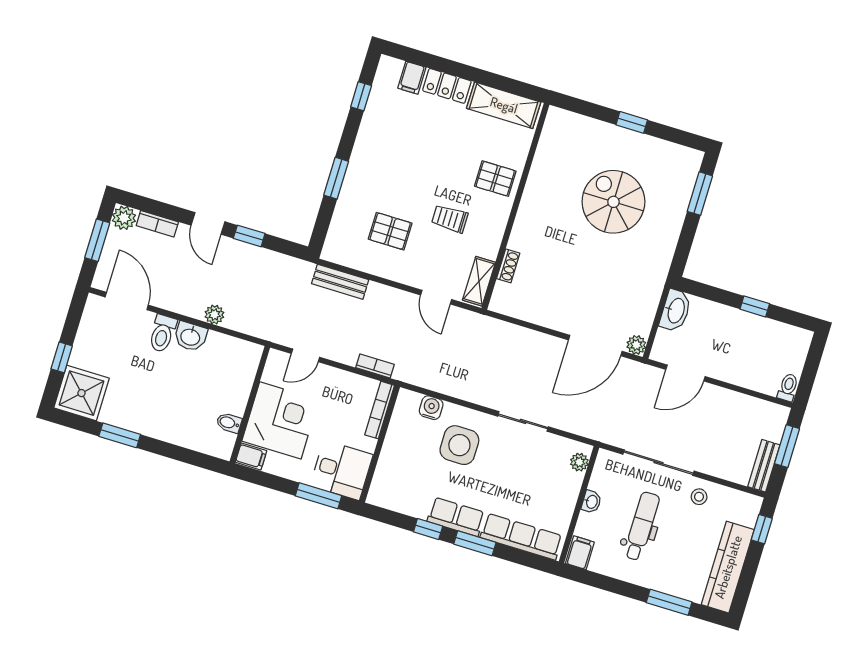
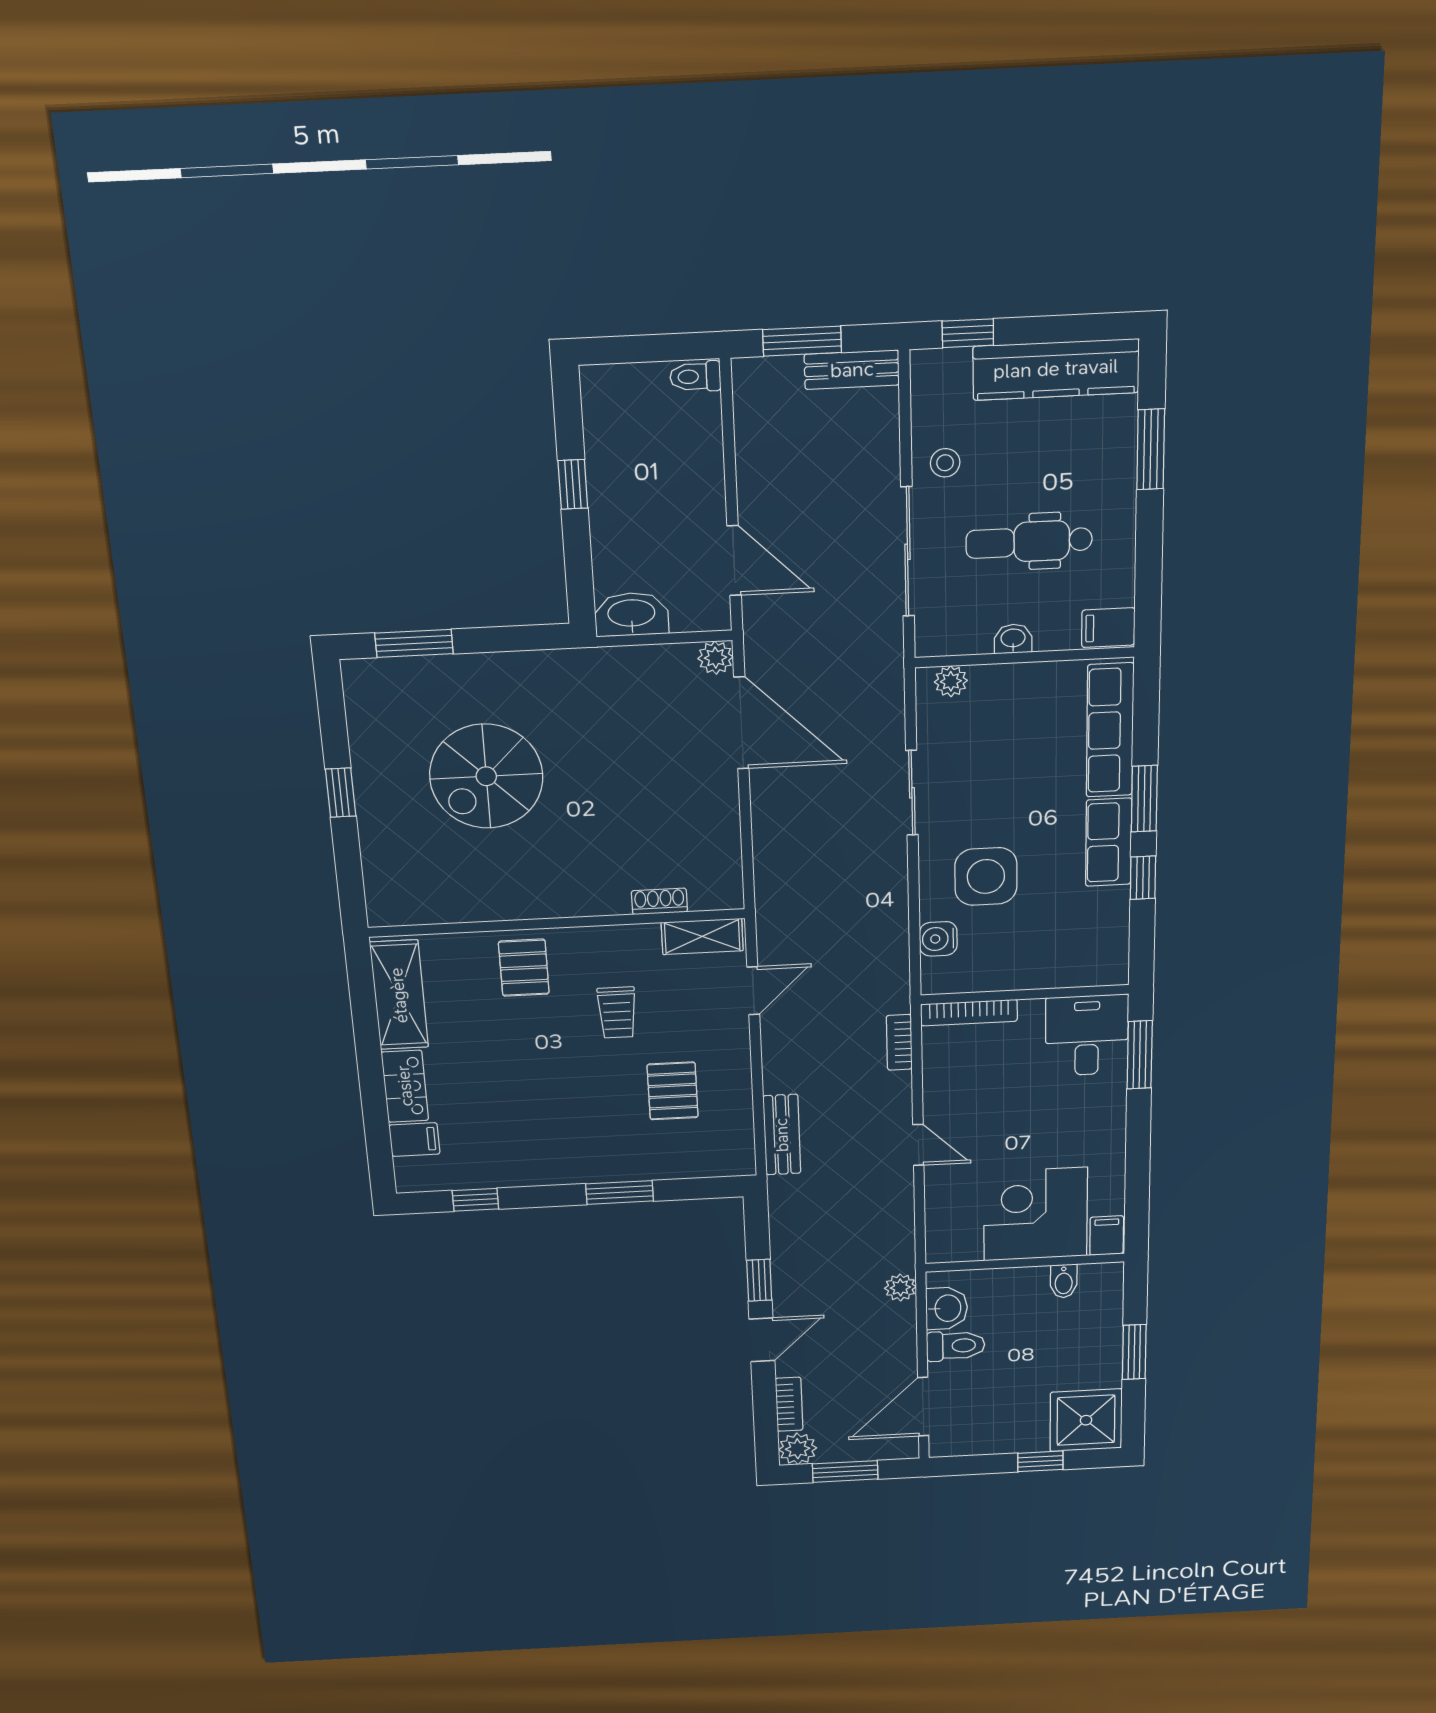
wall: (250, 404) -> (1025, 1263), moved
corner desk: (280, 420) -> (1035, 1214), moved
bidet: (229, 423) -> (1064, 1281), moved
filing cabinet: (251, 456) -> (1107, 1236), moved

